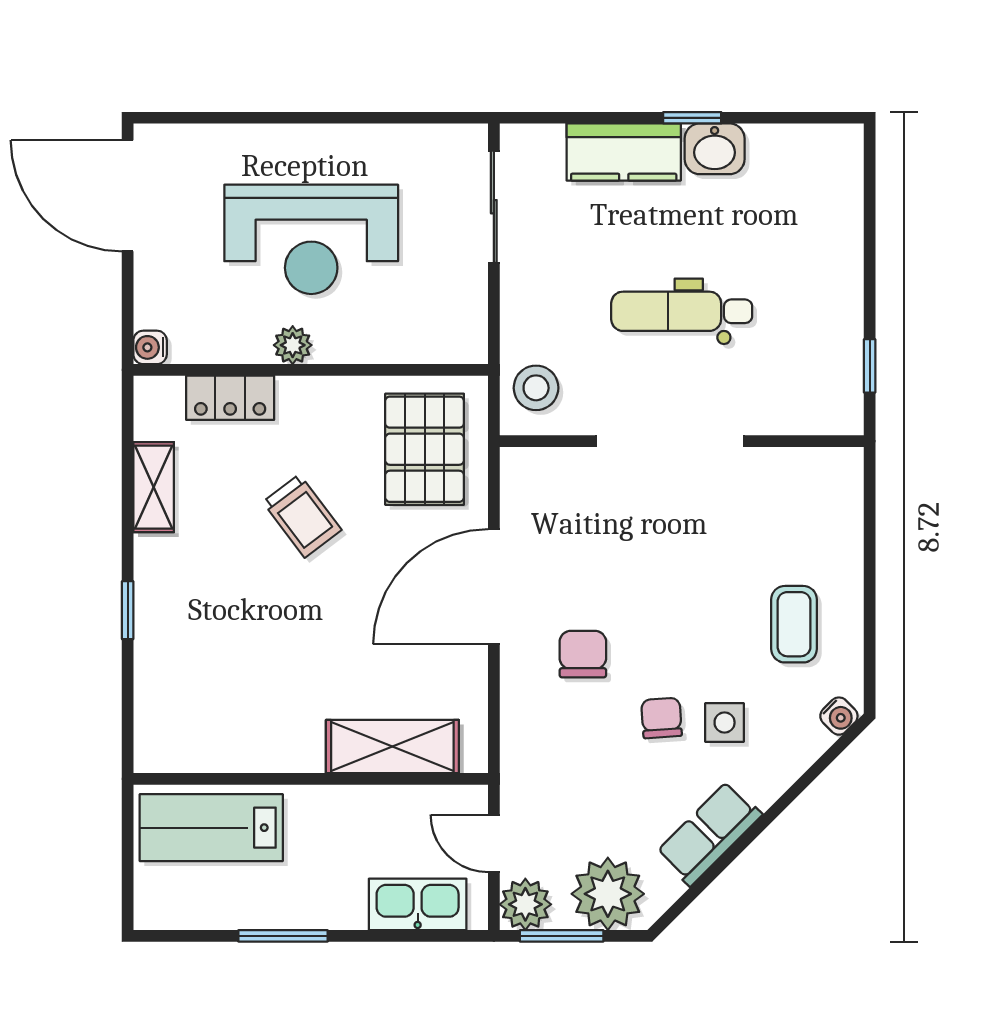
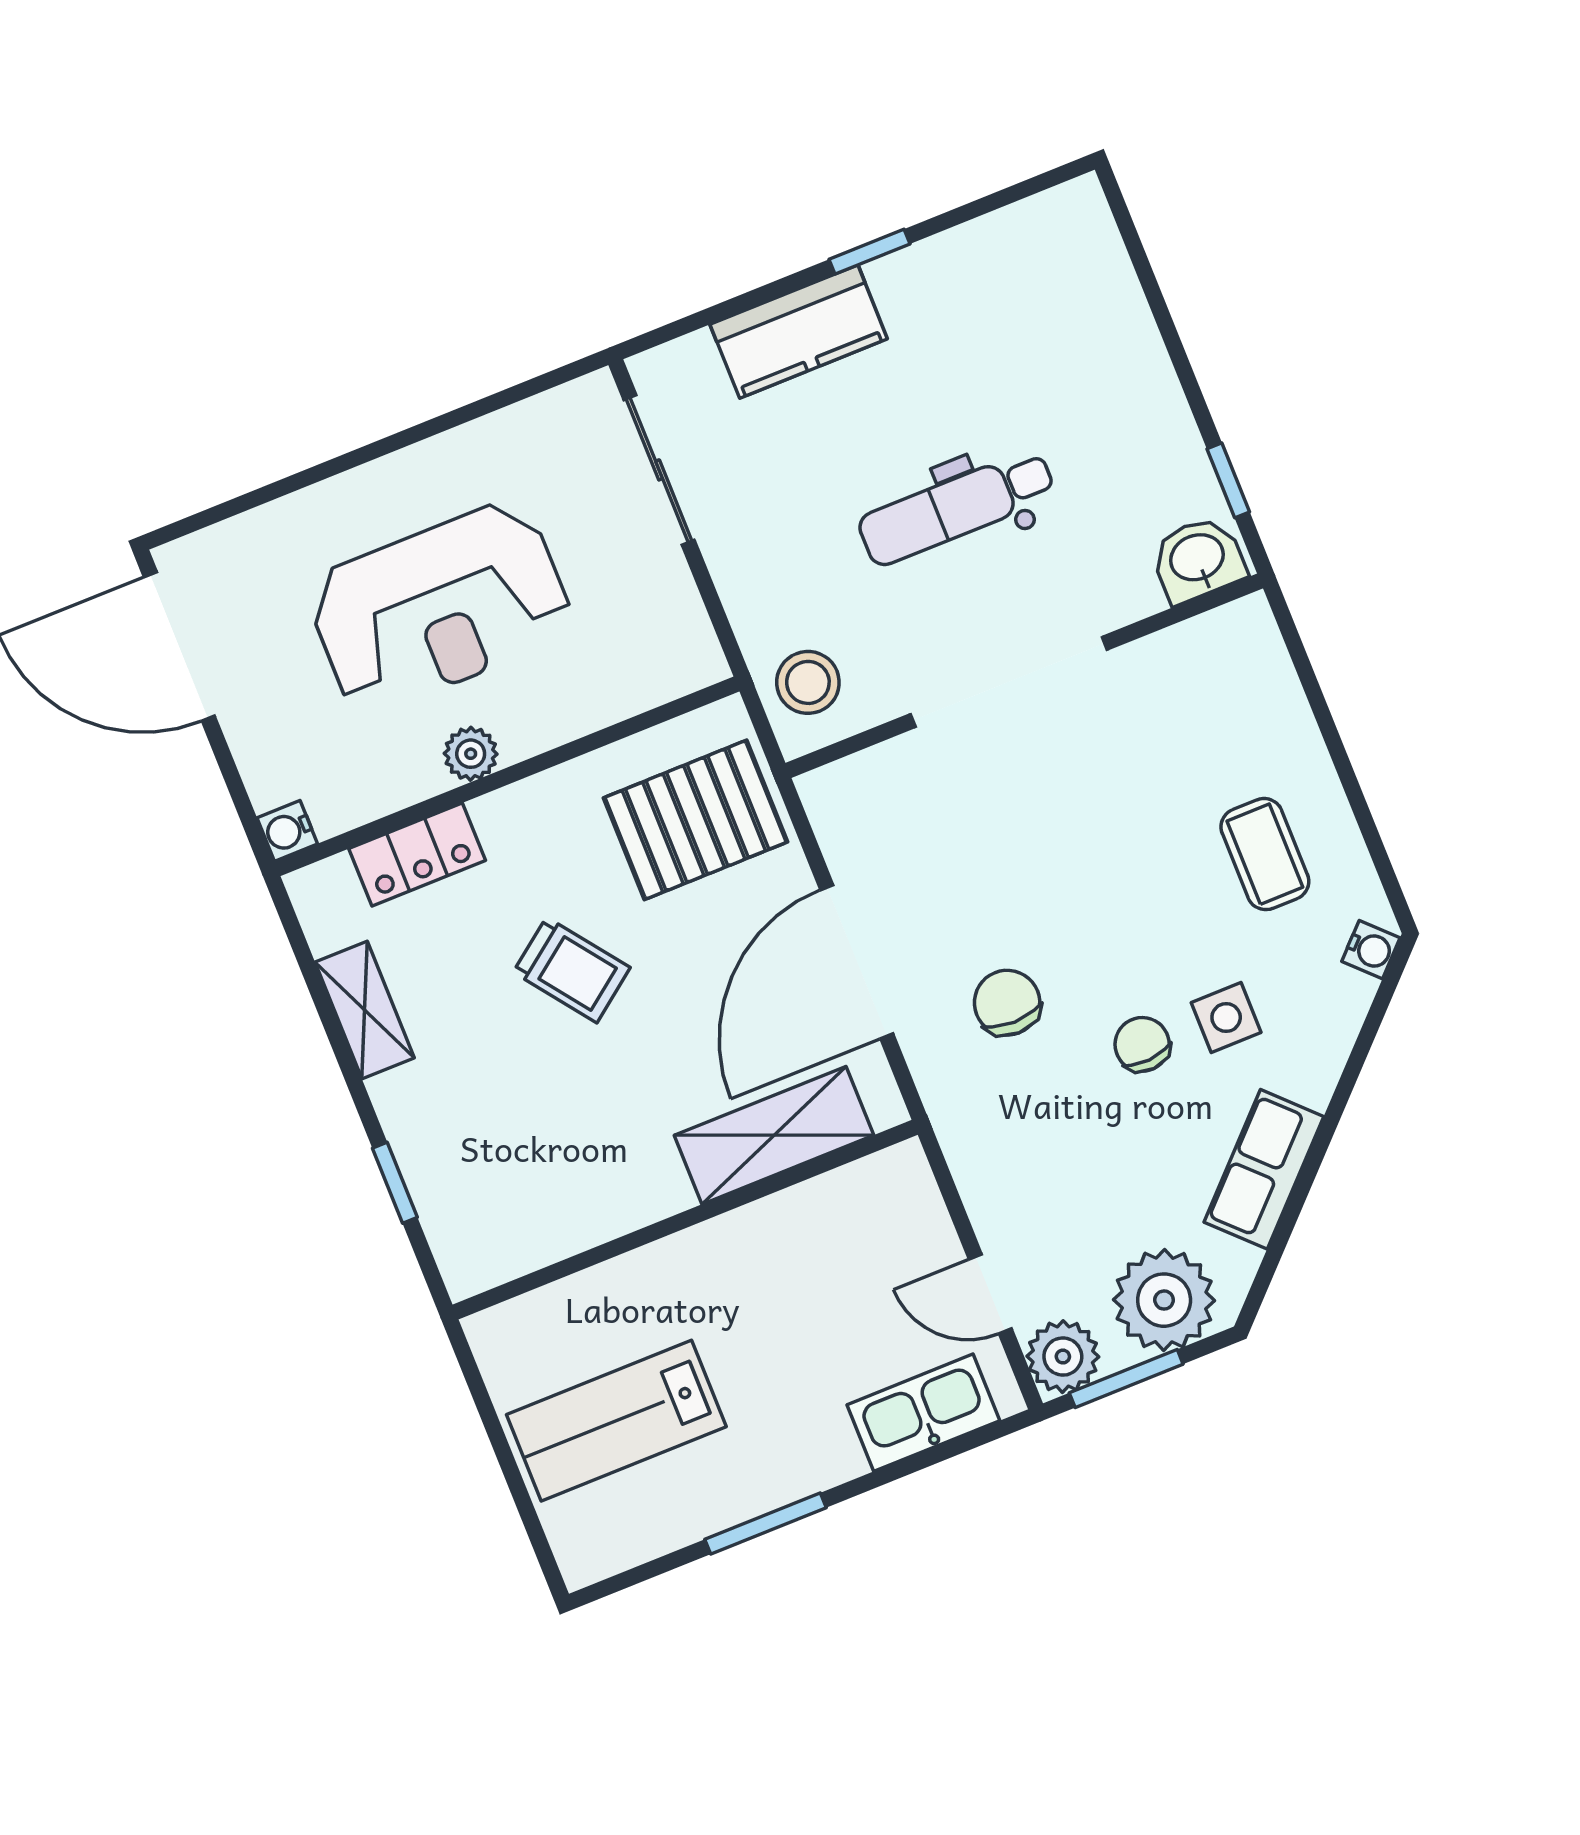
washbasin: (715, 149) -> (1198, 559), moved, turned 180
pallet: (425, 449) -> (696, 820), turned 90
shelving: (392, 747) -> (774, 1135), moved
wall: (311, 779) -> (685, 1220), moved

